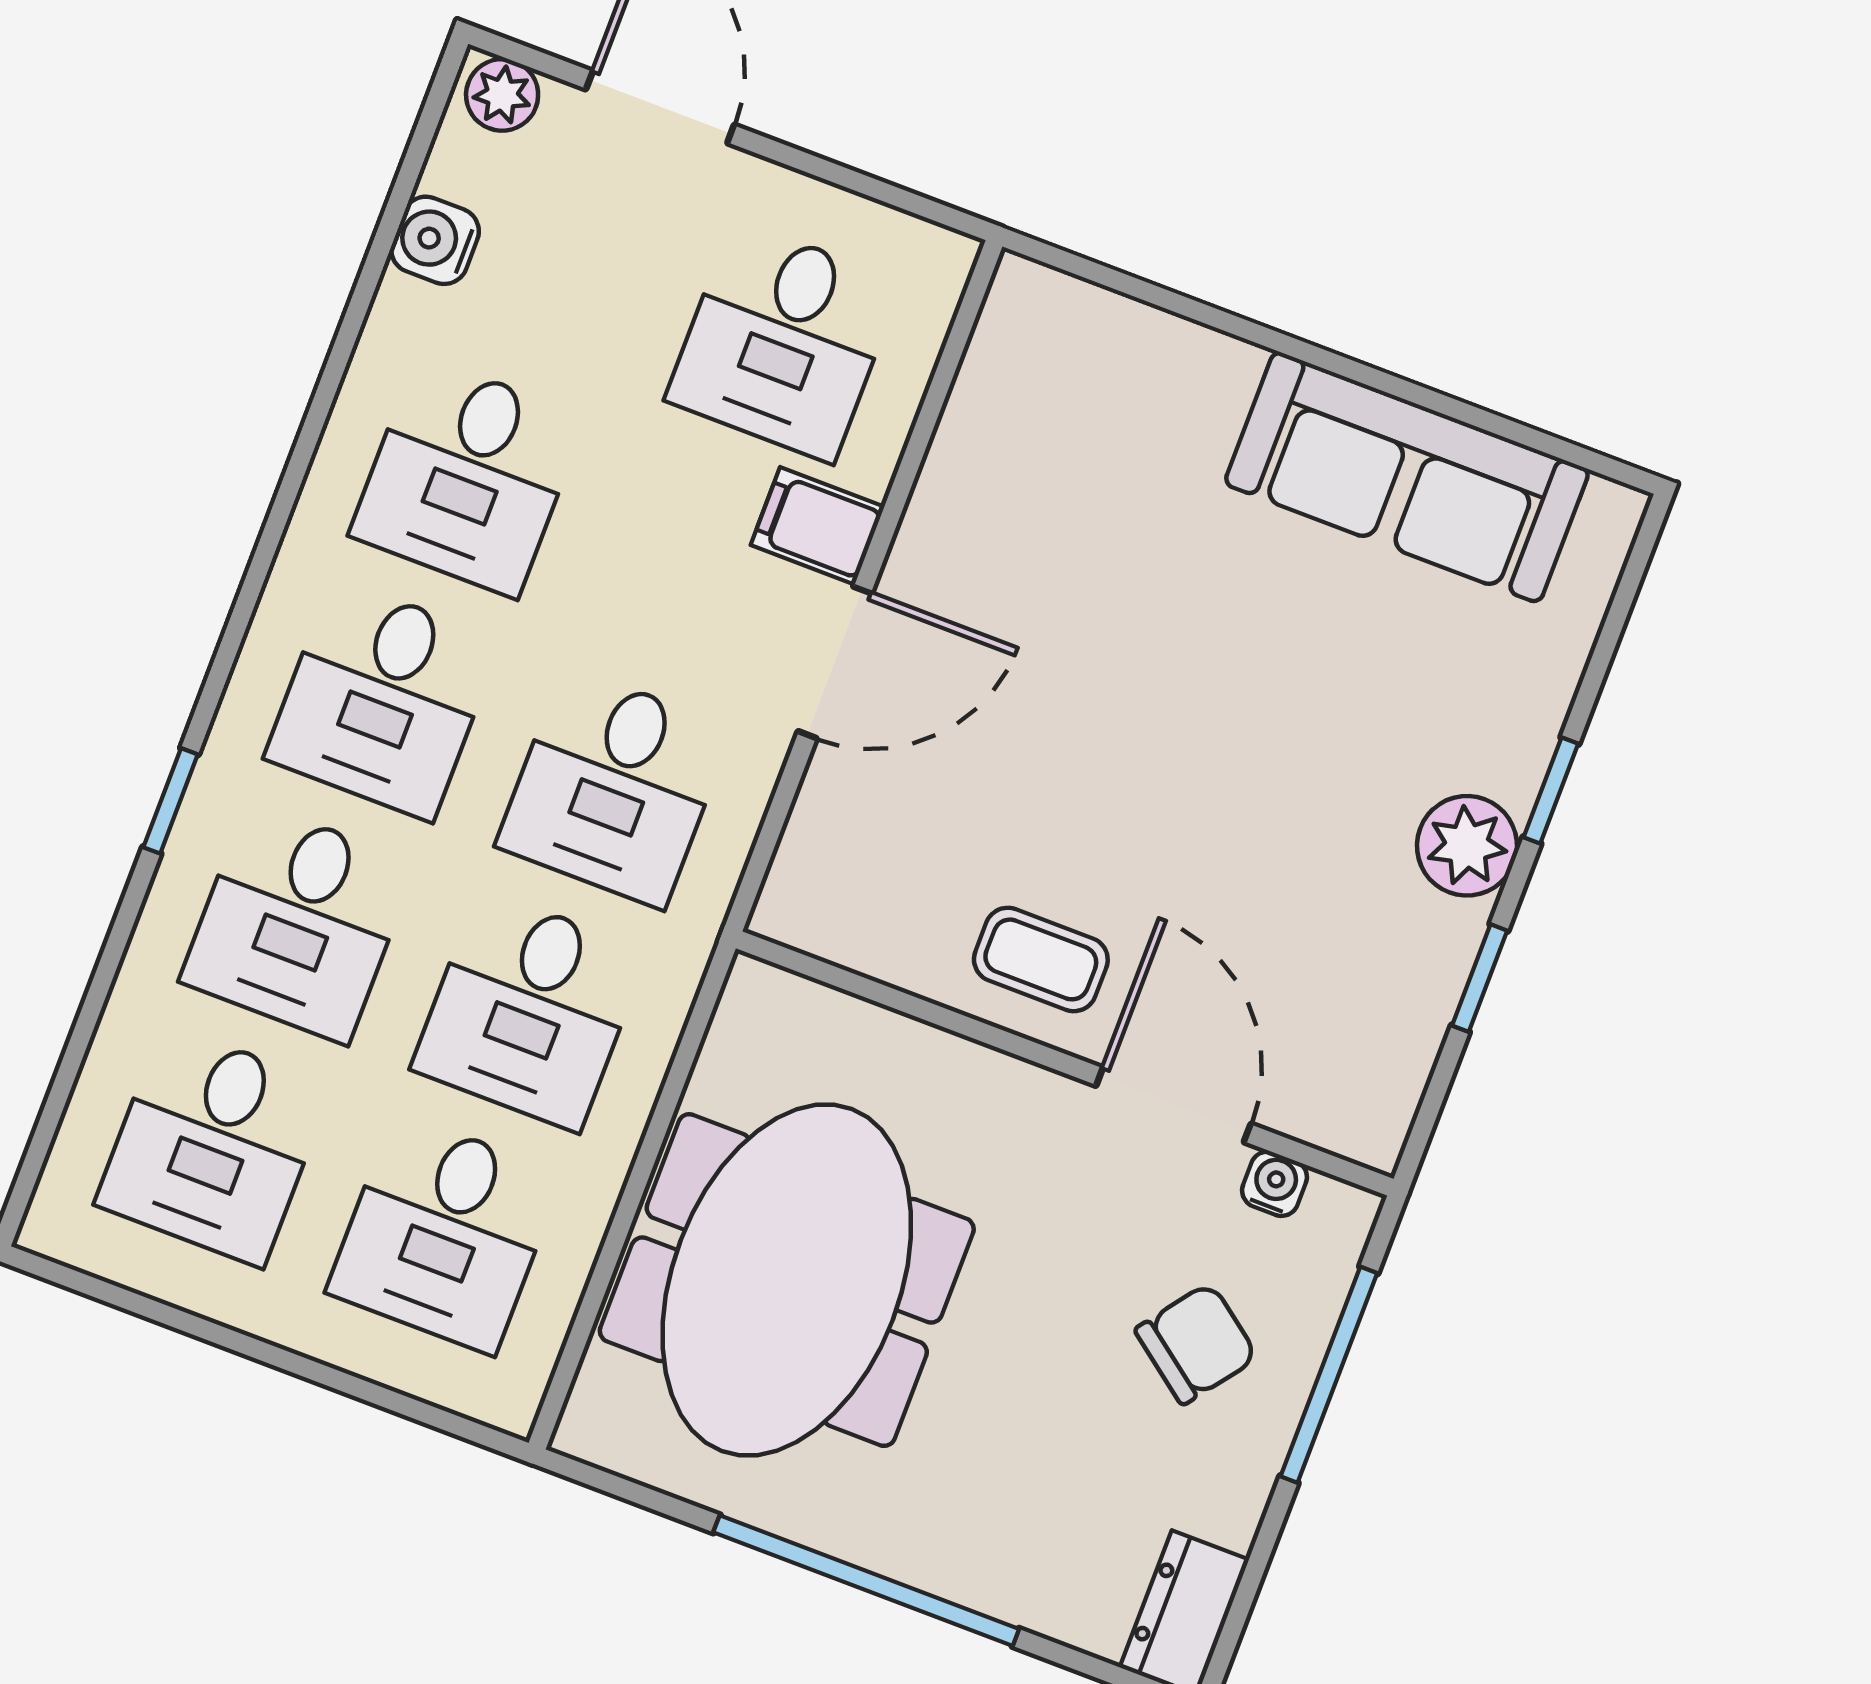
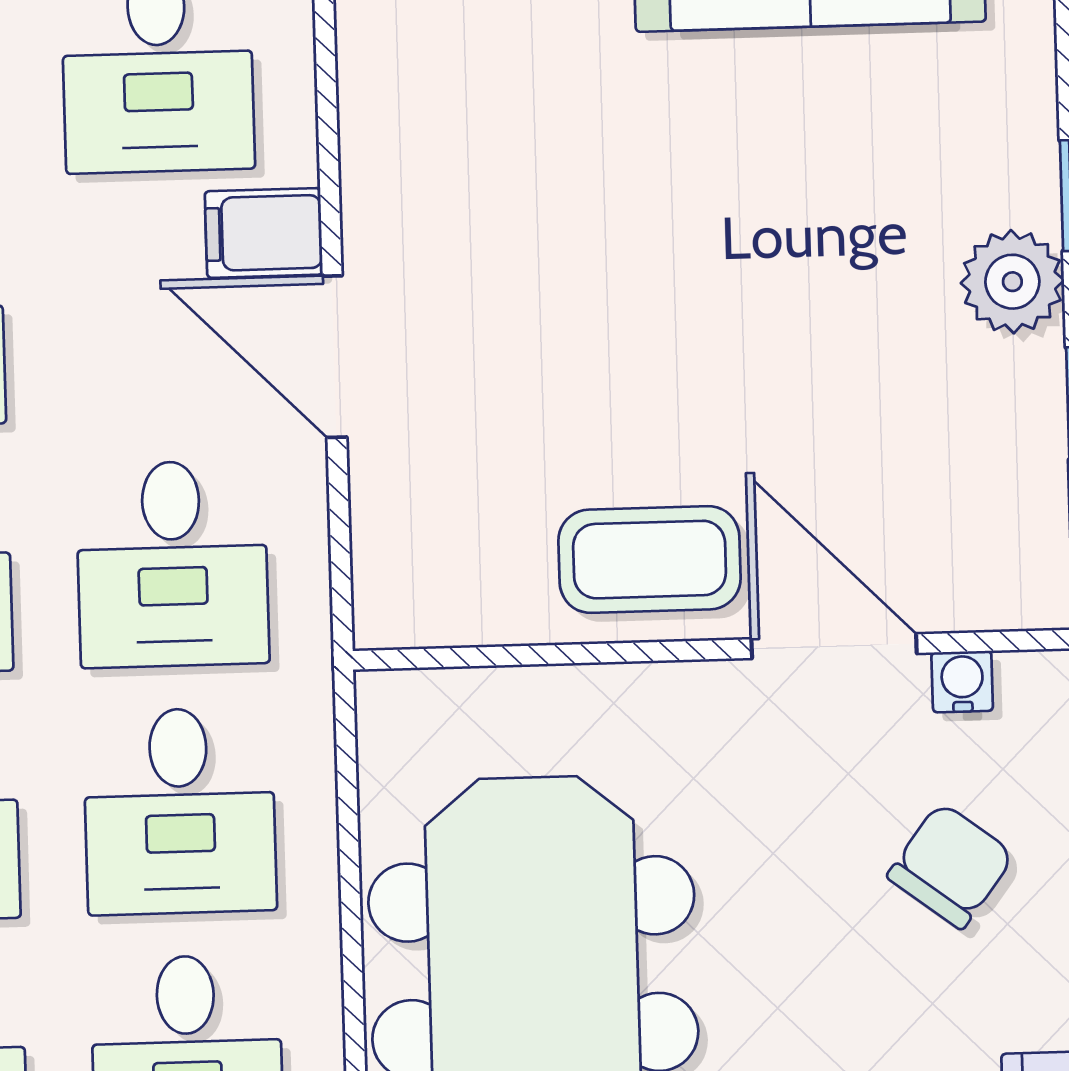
door: (835, 662) -> (334, 357), swing flipped
coffee table: (1041, 959) -> (650, 560), width x1.36, depth x1.30

